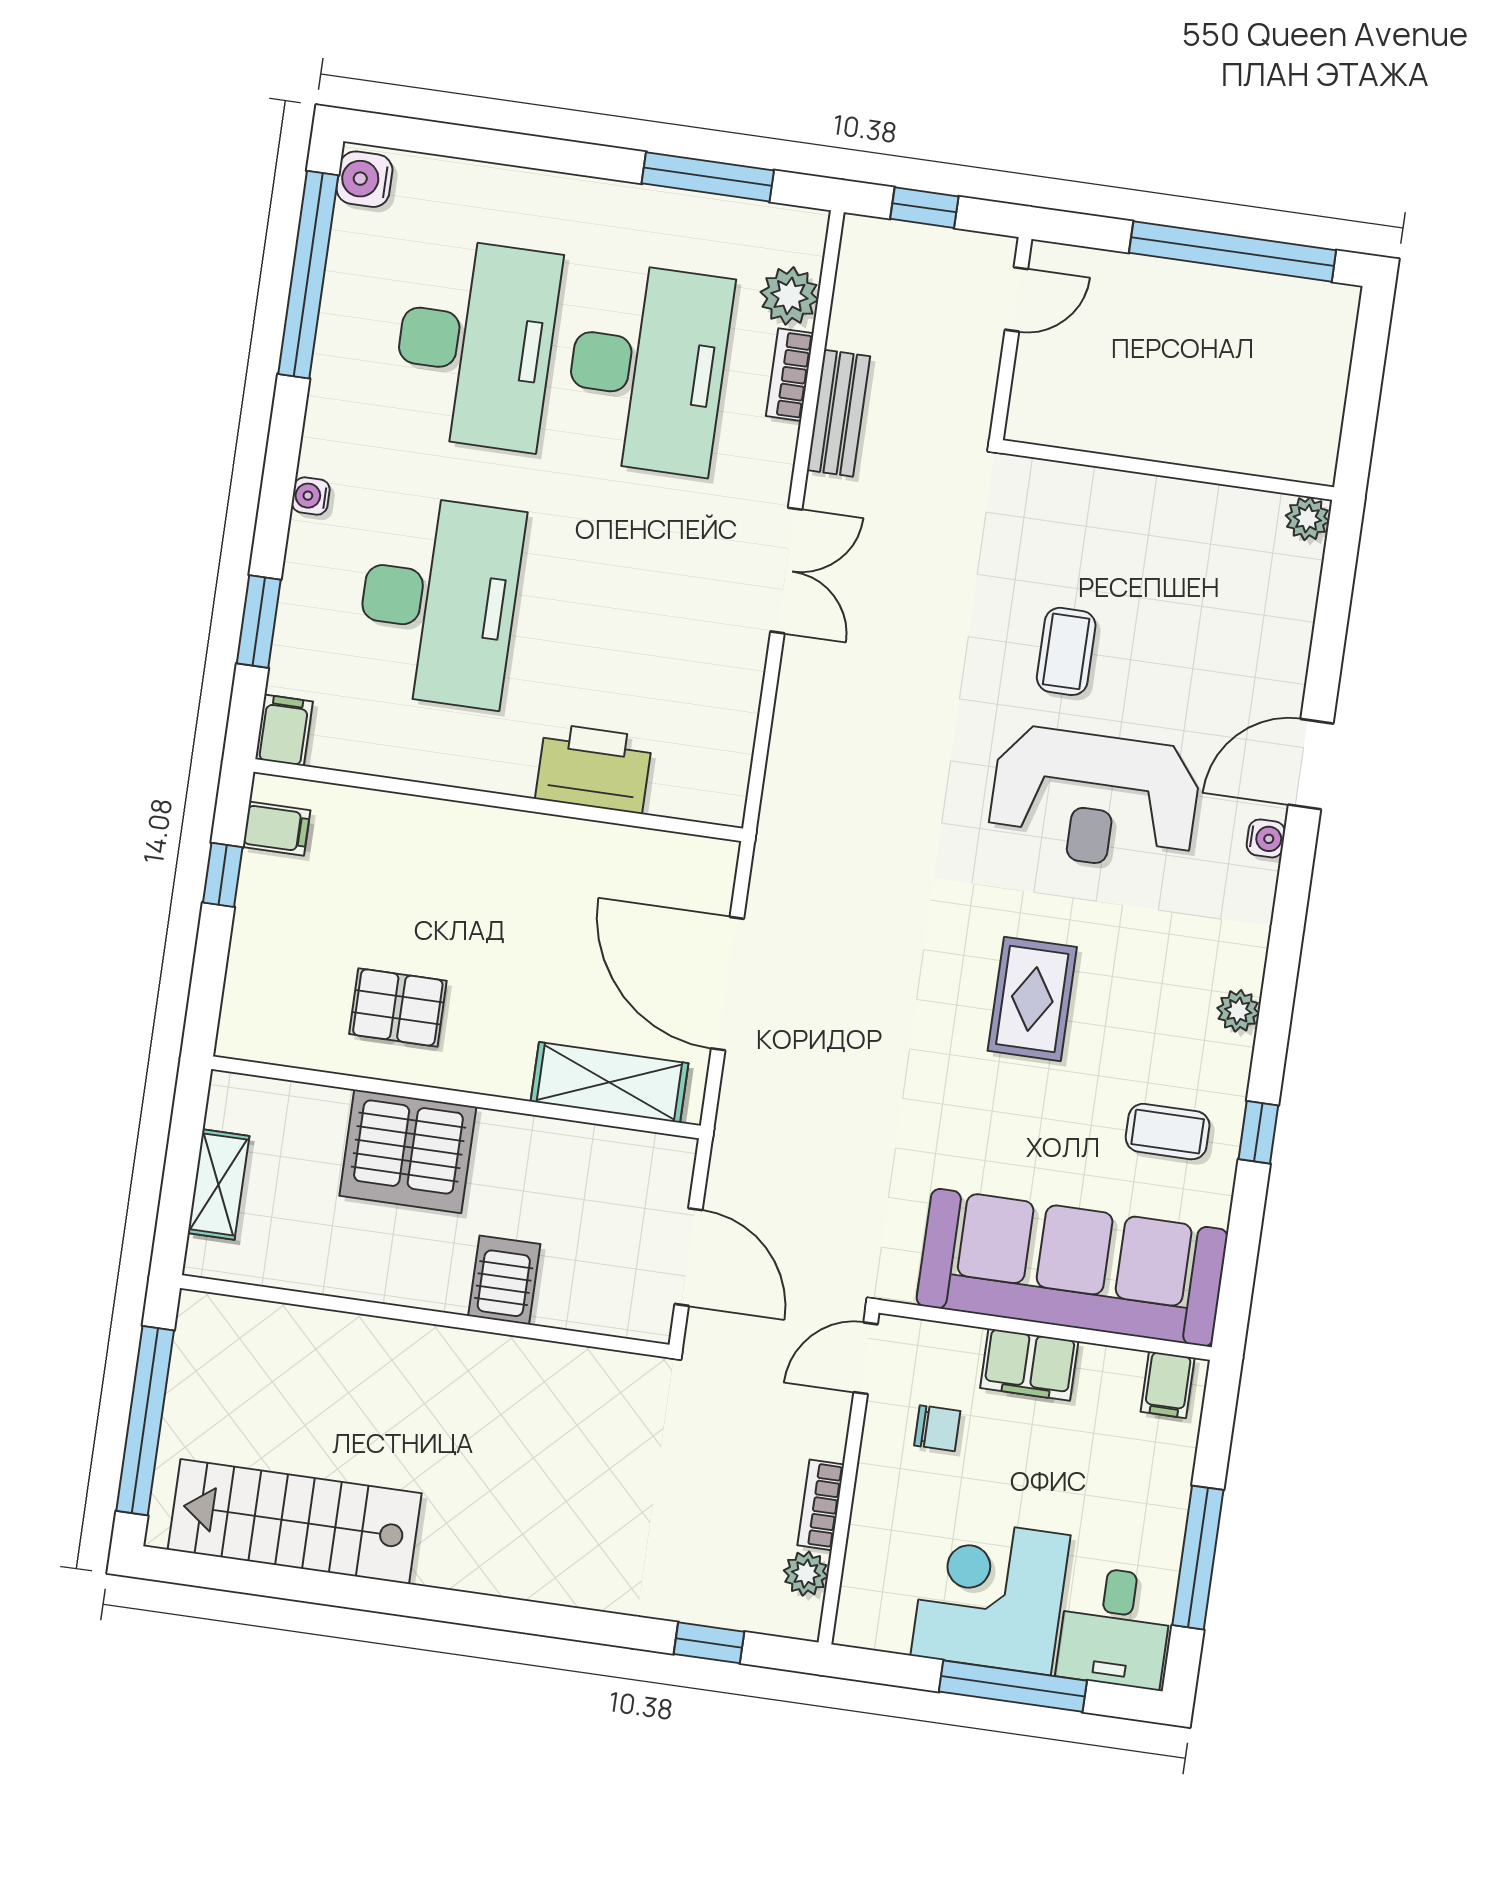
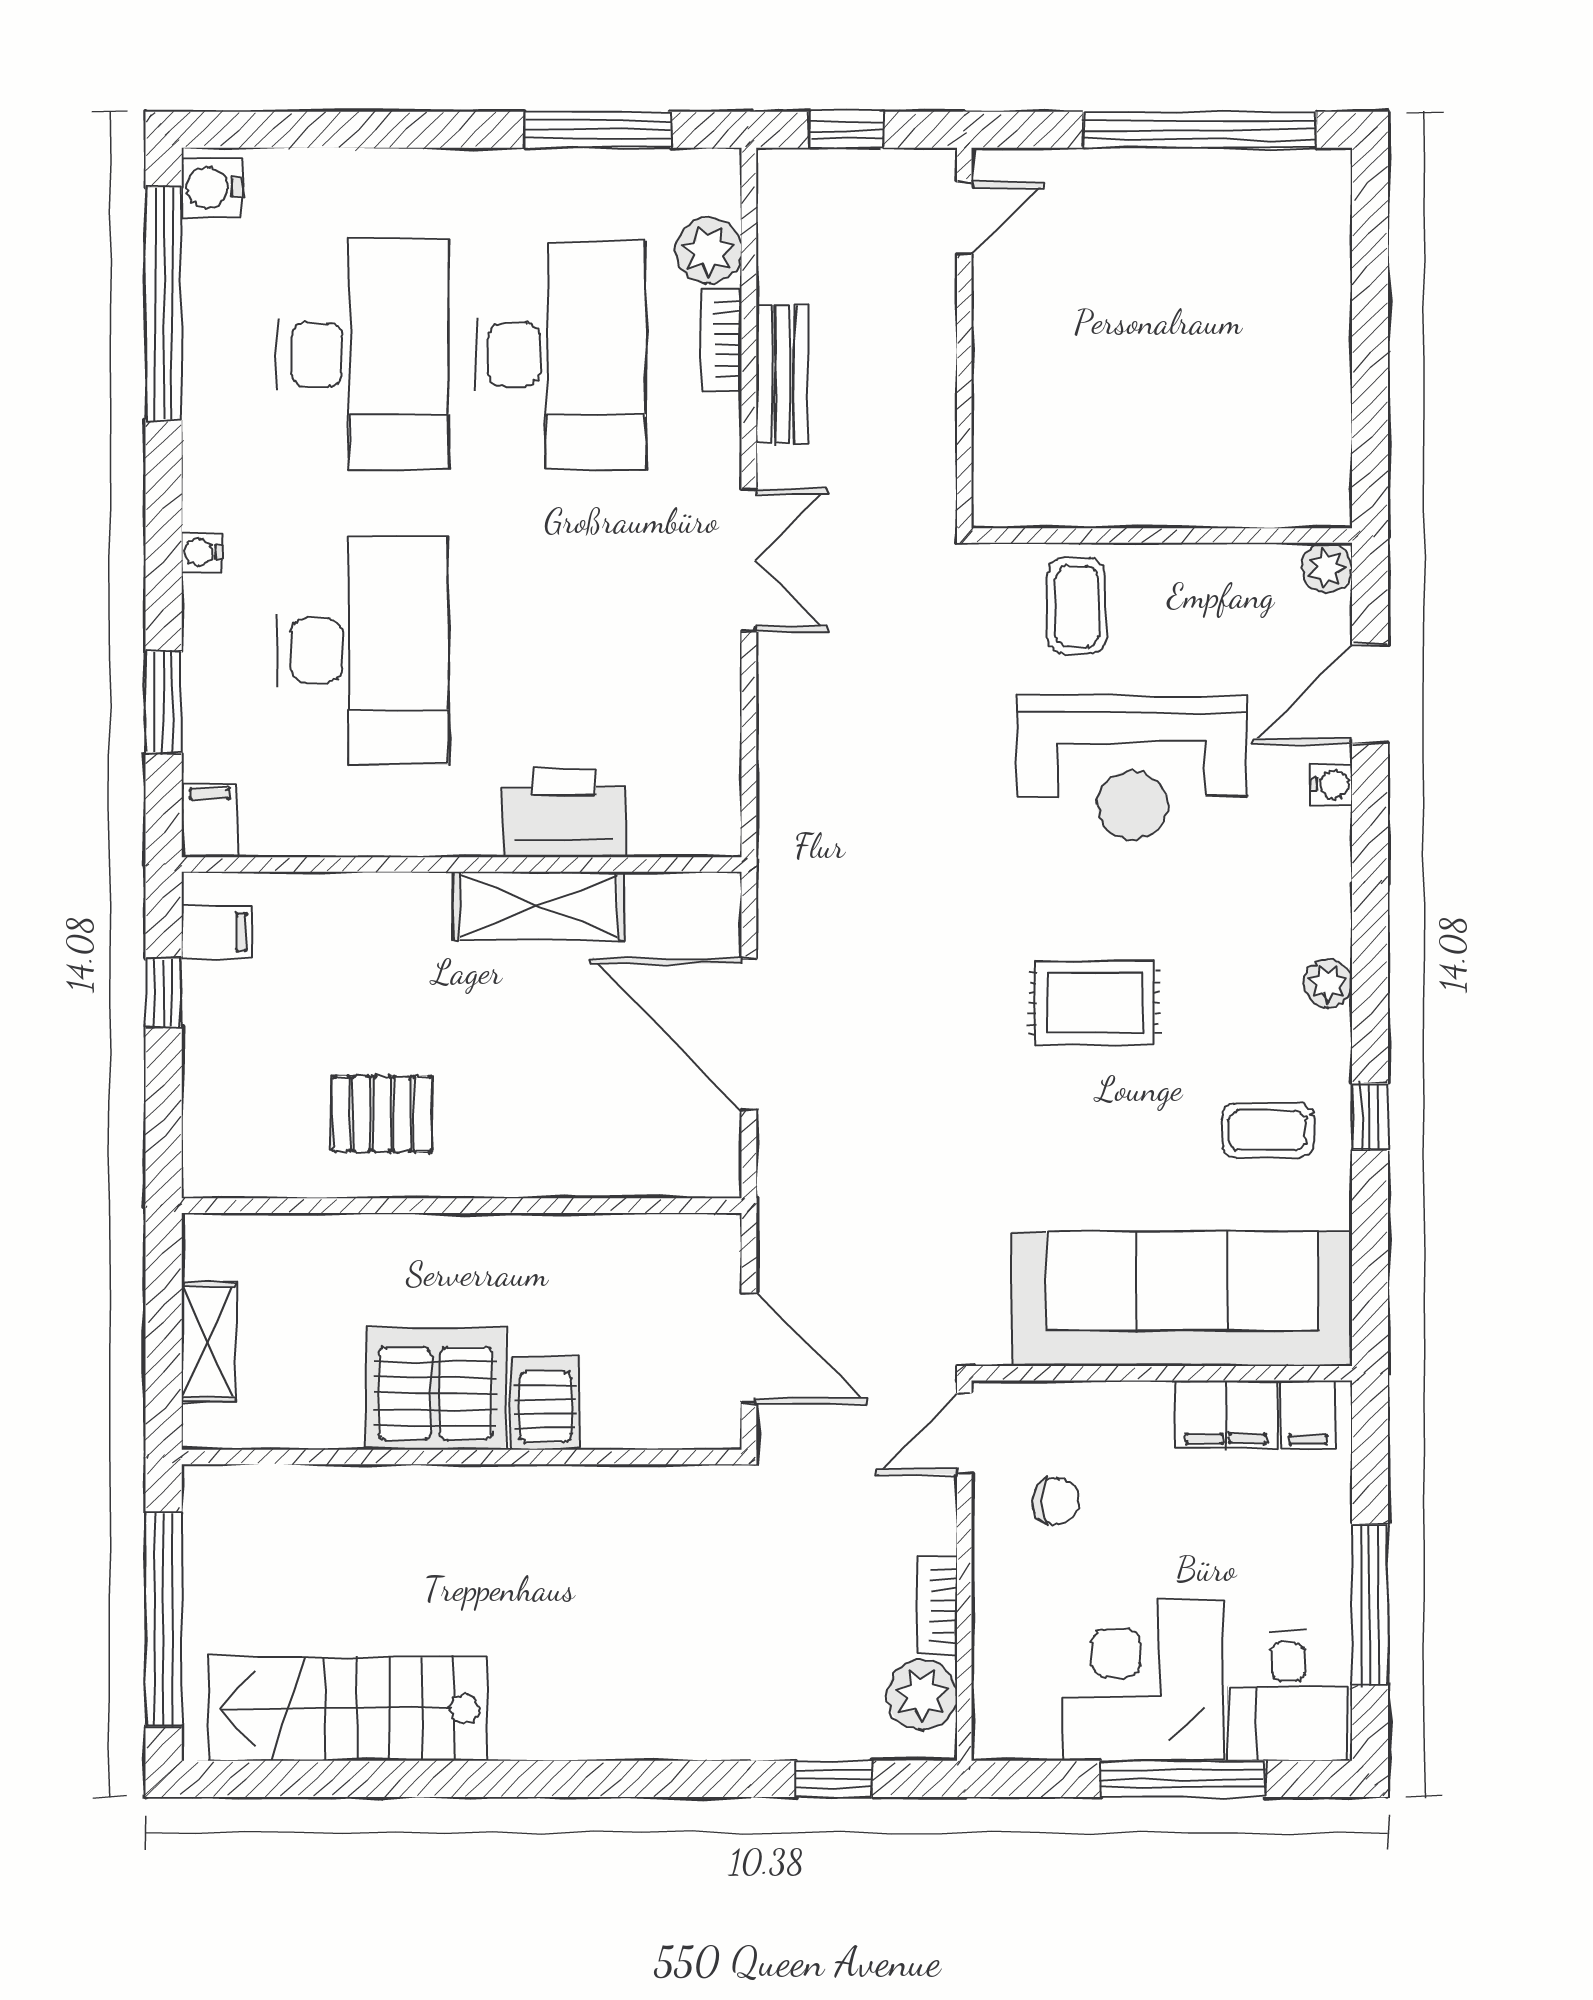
wall: (1168, 470) -> (1162, 535), moved
plant: (1307, 519) -> (1327, 568), moved
rug: (1032, 999) -> (1094, 1003), turned 90
shelving: (609, 1082) -> (539, 906), moved
server rack: (408, 1151) -> (435, 1389), moved, turned 180
filing cabinet: (1029, 1365) -> (1226, 1415), moved
plant: (806, 1574) -> (922, 1695), width x1.38, depth x1.38

